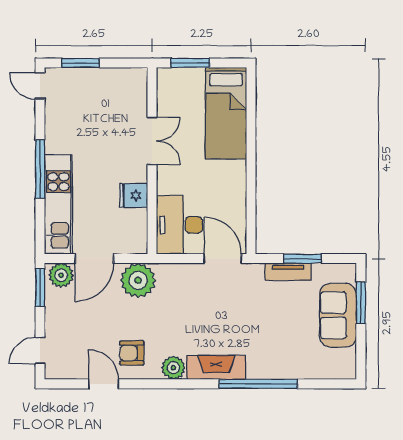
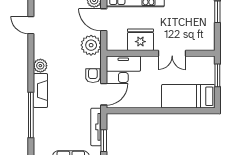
fridge: (134, 195) -> (140, 40), width x1.88, depth x1.34
tv unit: (288, 272) -> (96, 127), width x1.41
armchair: (132, 353) -> (93, 76), moved
door: (104, 384) -> (31, 25), swing flipped

